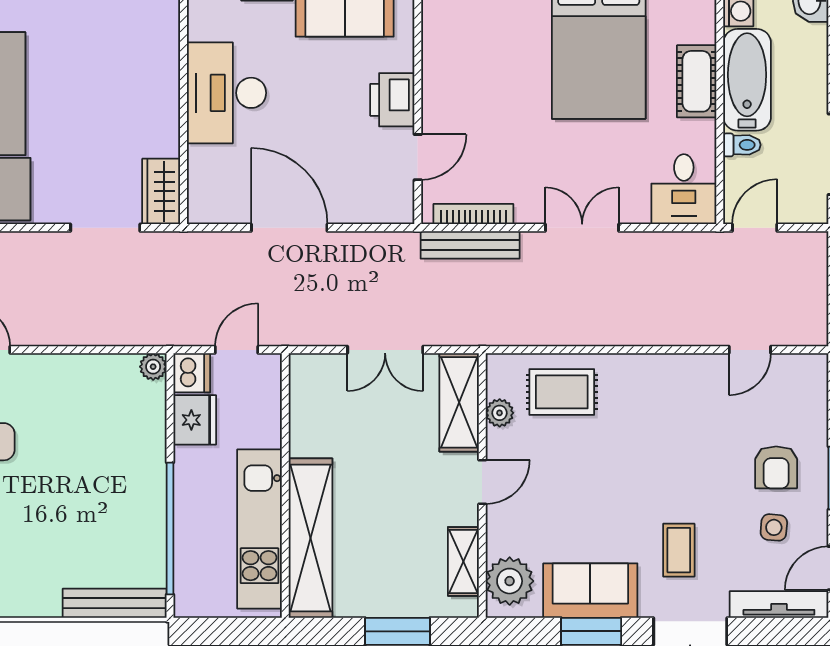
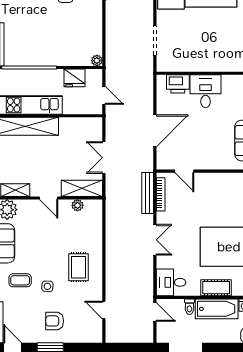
desk: (227, 93) -> (206, 91), width x0.73
printer: (392, 100) -> (178, 84), moved, turned 180
wardrobe: (161, 191) -> (170, 64), removed
door: (289, 228) -> (155, 131), moved
dishwasher: (192, 373) -> (94, 77), removed
rug: (562, 392) -> (79, 267), moved
side table: (774, 527) -> (47, 286), moved

